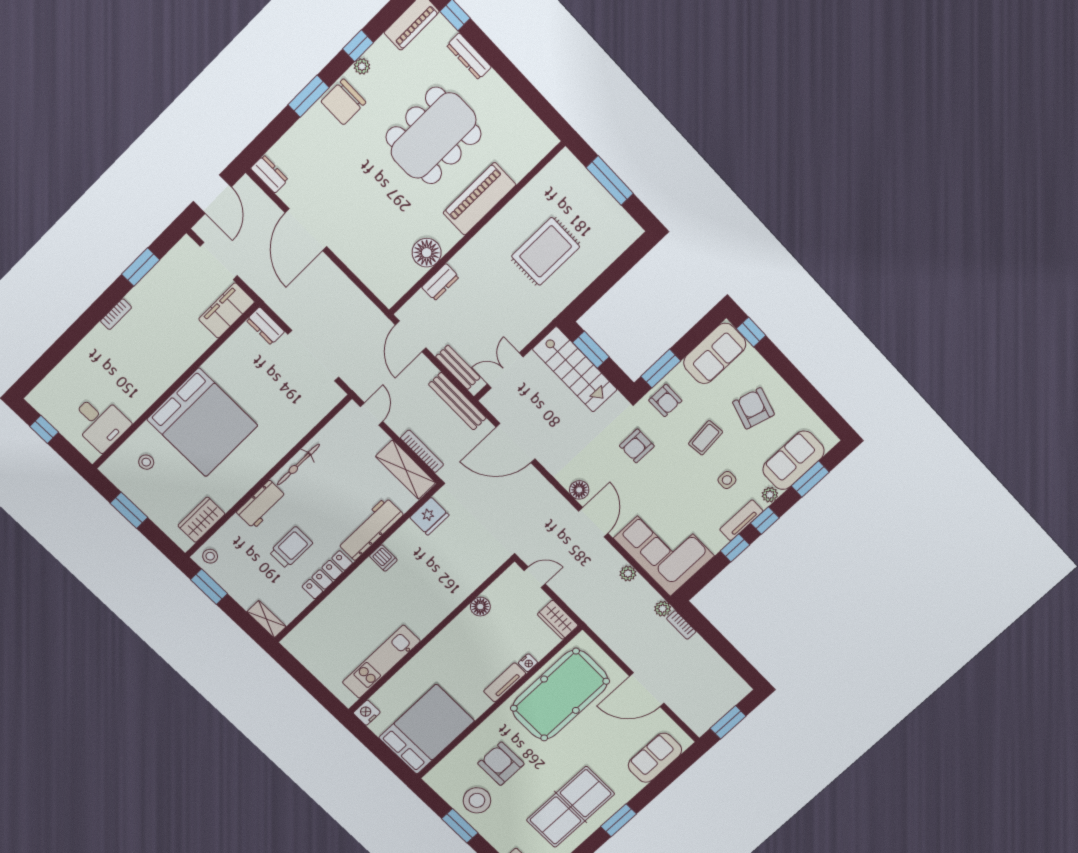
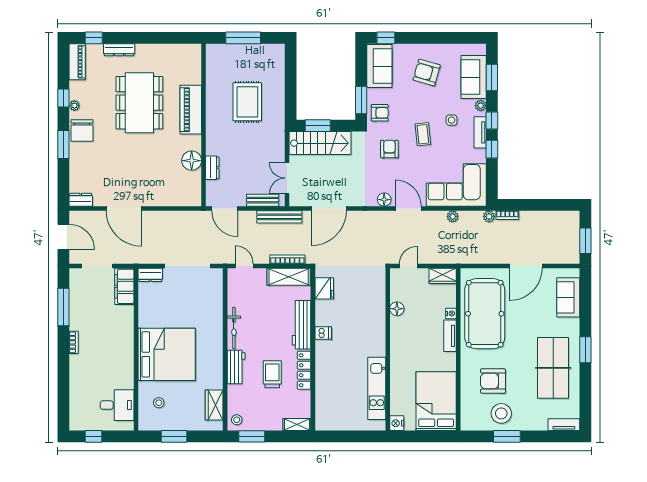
window: (141, 267) -> (63, 307), width x1.44
coffee table: (706, 438) -> (423, 134), moved
armchair: (637, 446) -> (389, 149), turned 180

